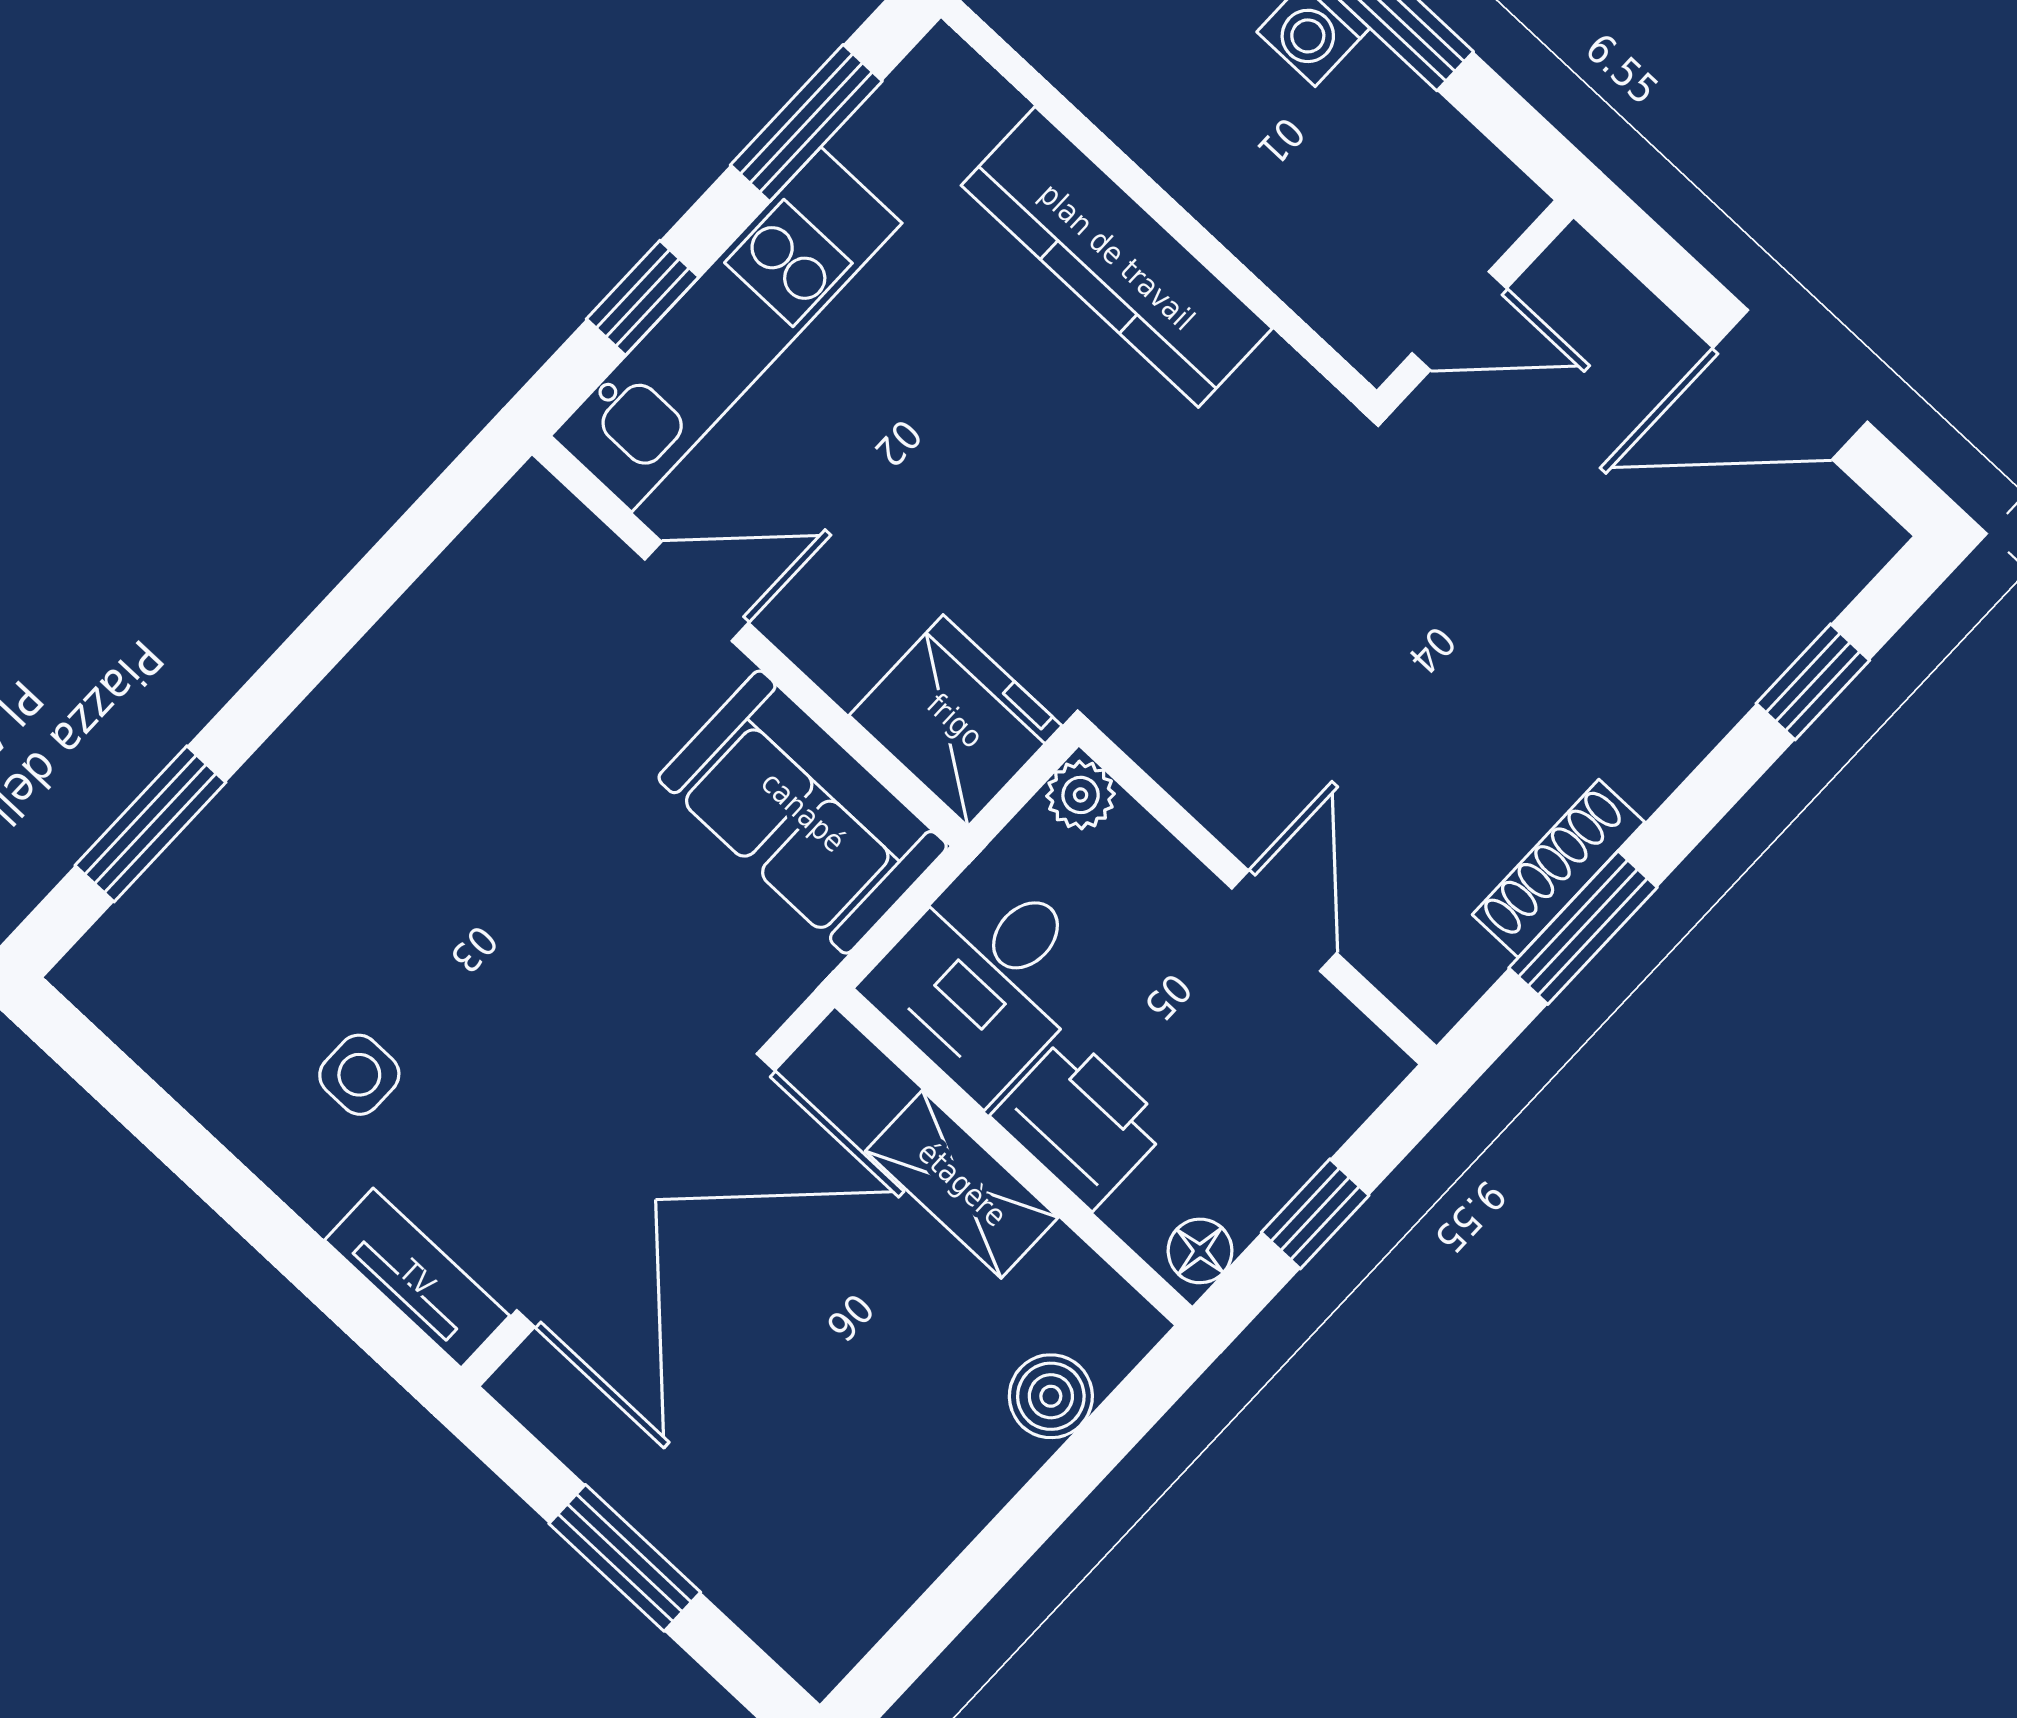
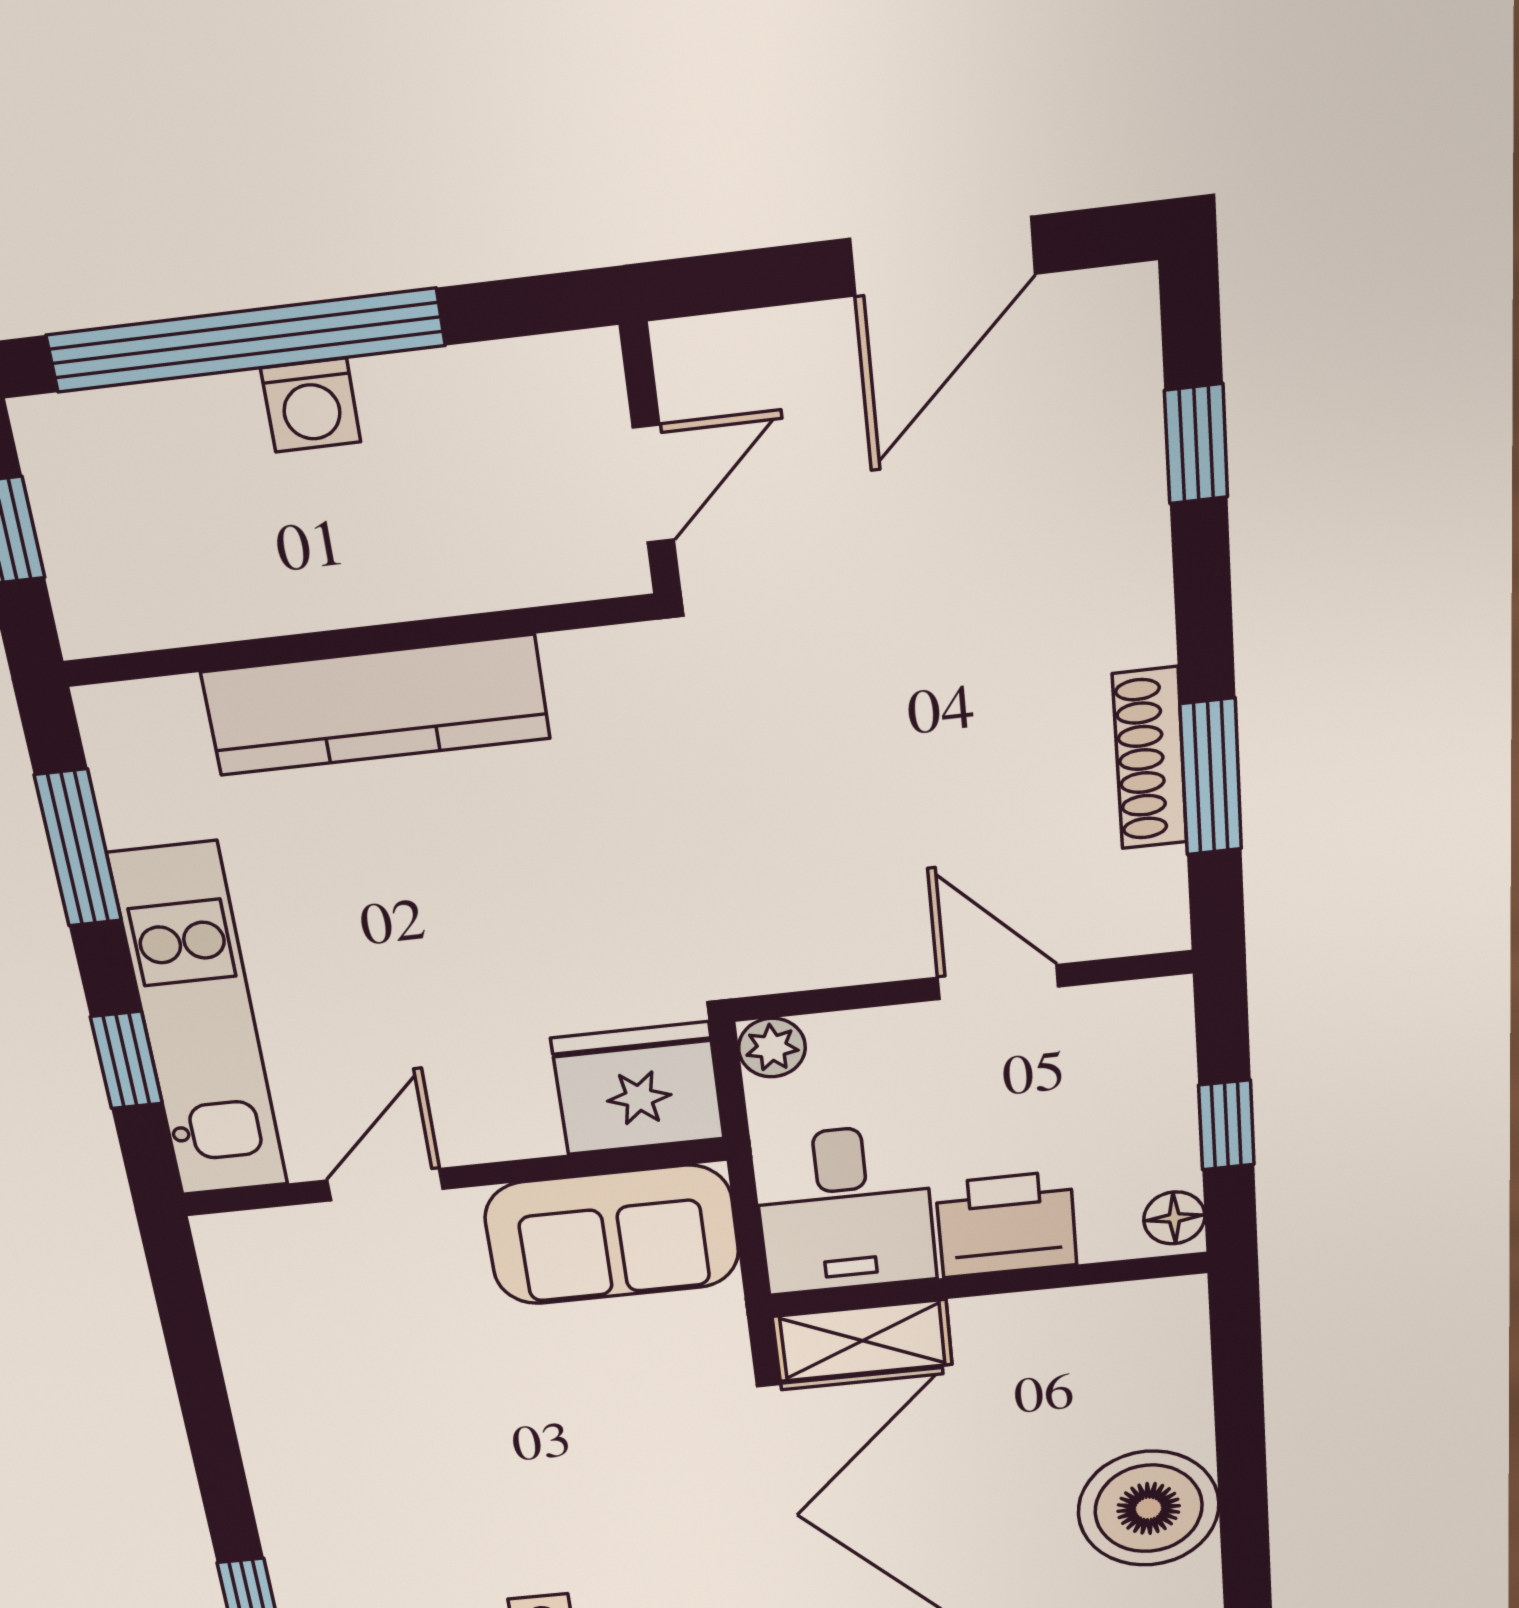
shelving: (962, 1184) -> (862, 1341), moved
boiler: (1051, 1396) -> (1149, 1508), moved, width x1.86, depth x1.86

